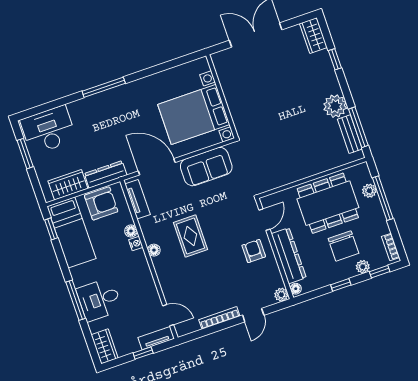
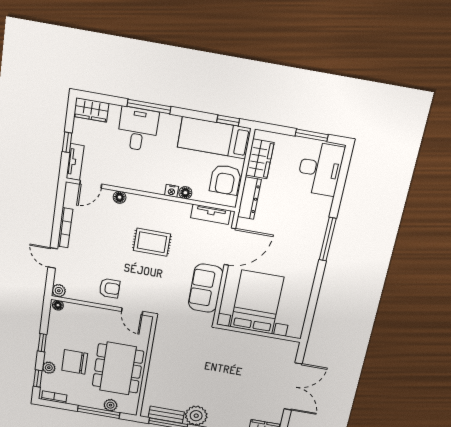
floor lamp: (154, 250) -> (120, 197), moved
dresser: (289, 256) -> (90, 314), removed

